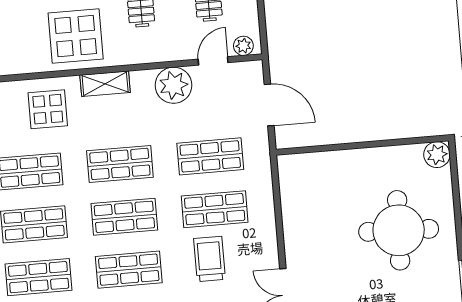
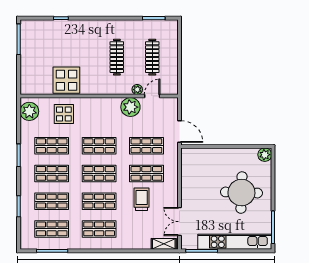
display table: (76, 36) -> (66, 80), moved
plant: (243, 46) -> (137, 90), moved
shelving: (105, 84) -> (95, 103), removed
door: (269, 105) -> (179, 132), moved

